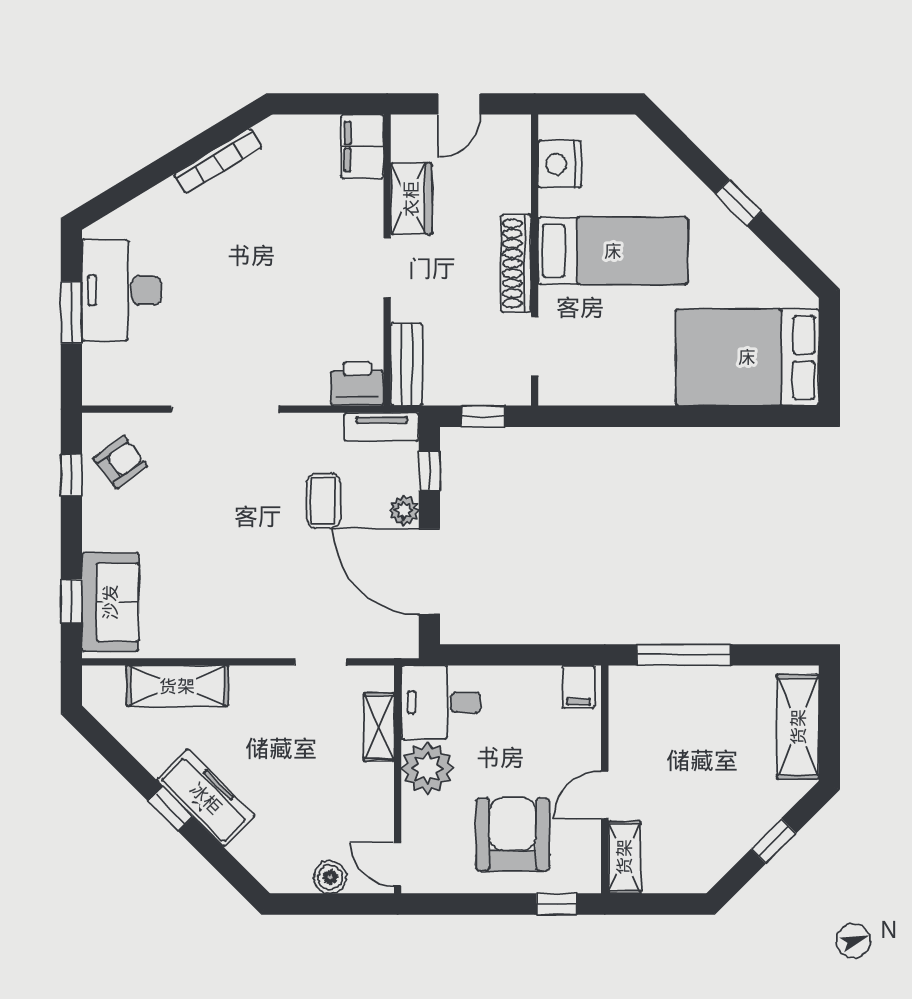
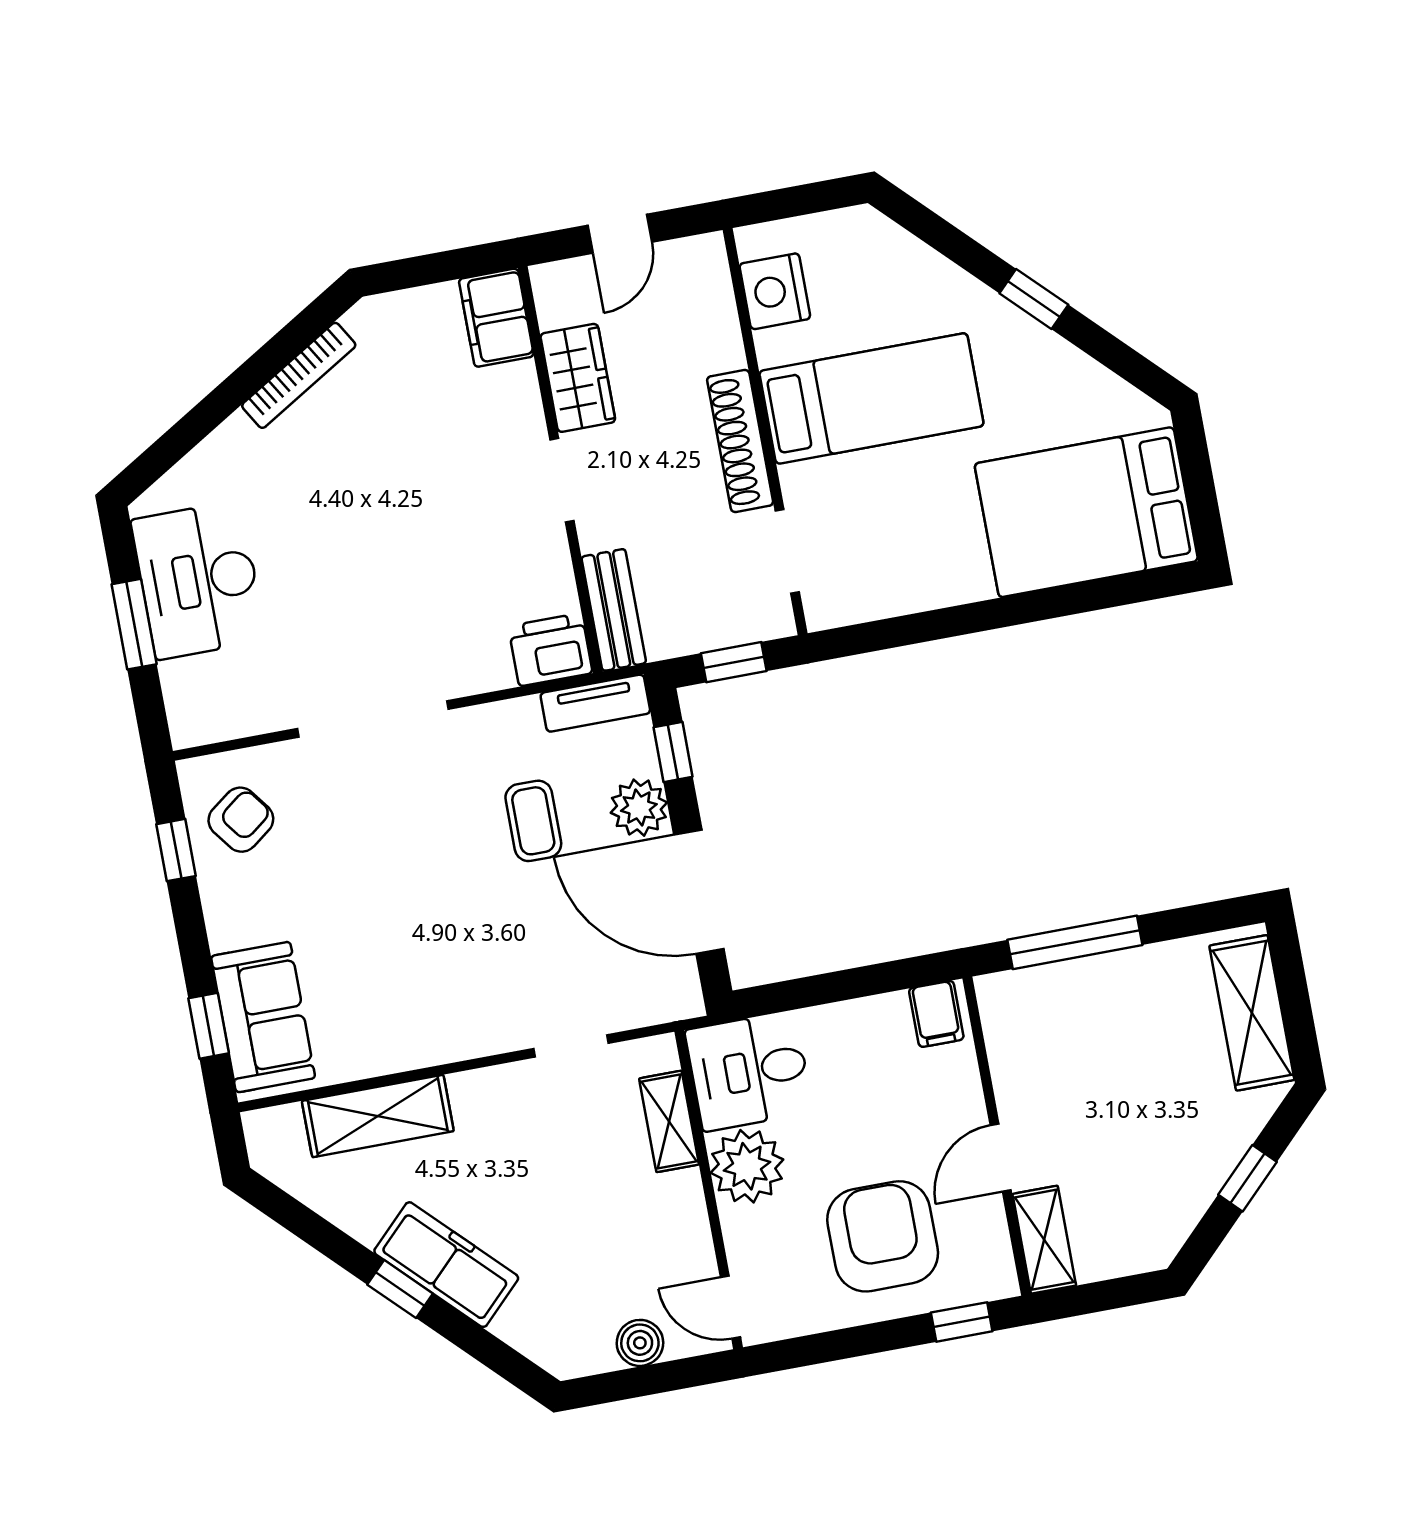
plant: (404, 511) -> (639, 808), width x1.38, depth x1.38

